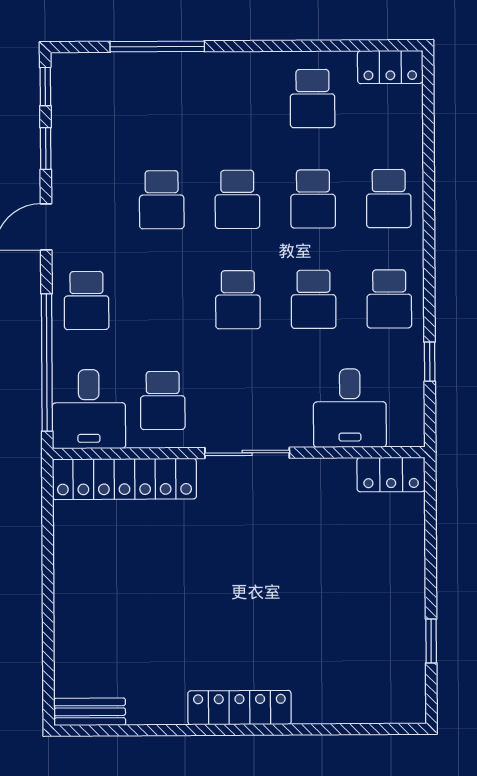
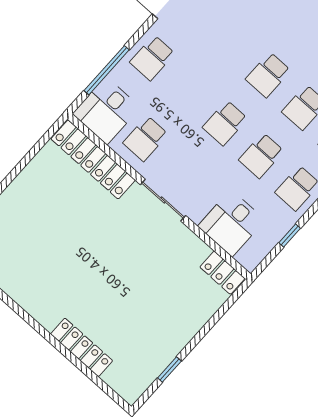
school desk: (162, 200) -> (232, 42), removed
window: (47, 363) -> (107, 70), width x0.68
locker: (239, 708) -> (82, 347), moved

